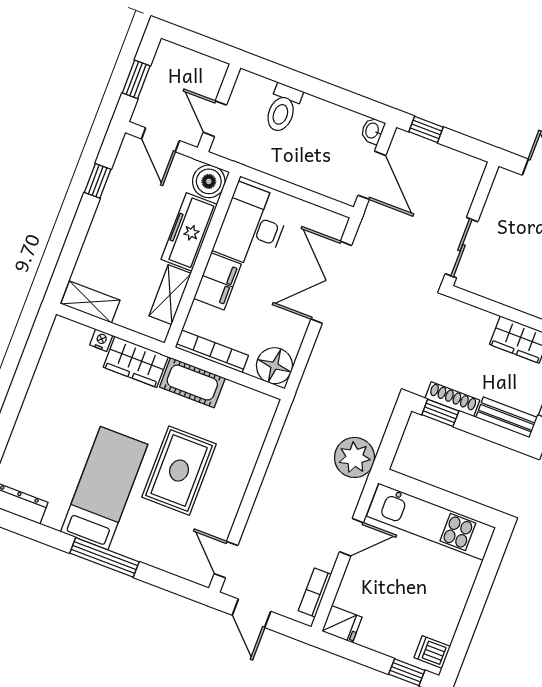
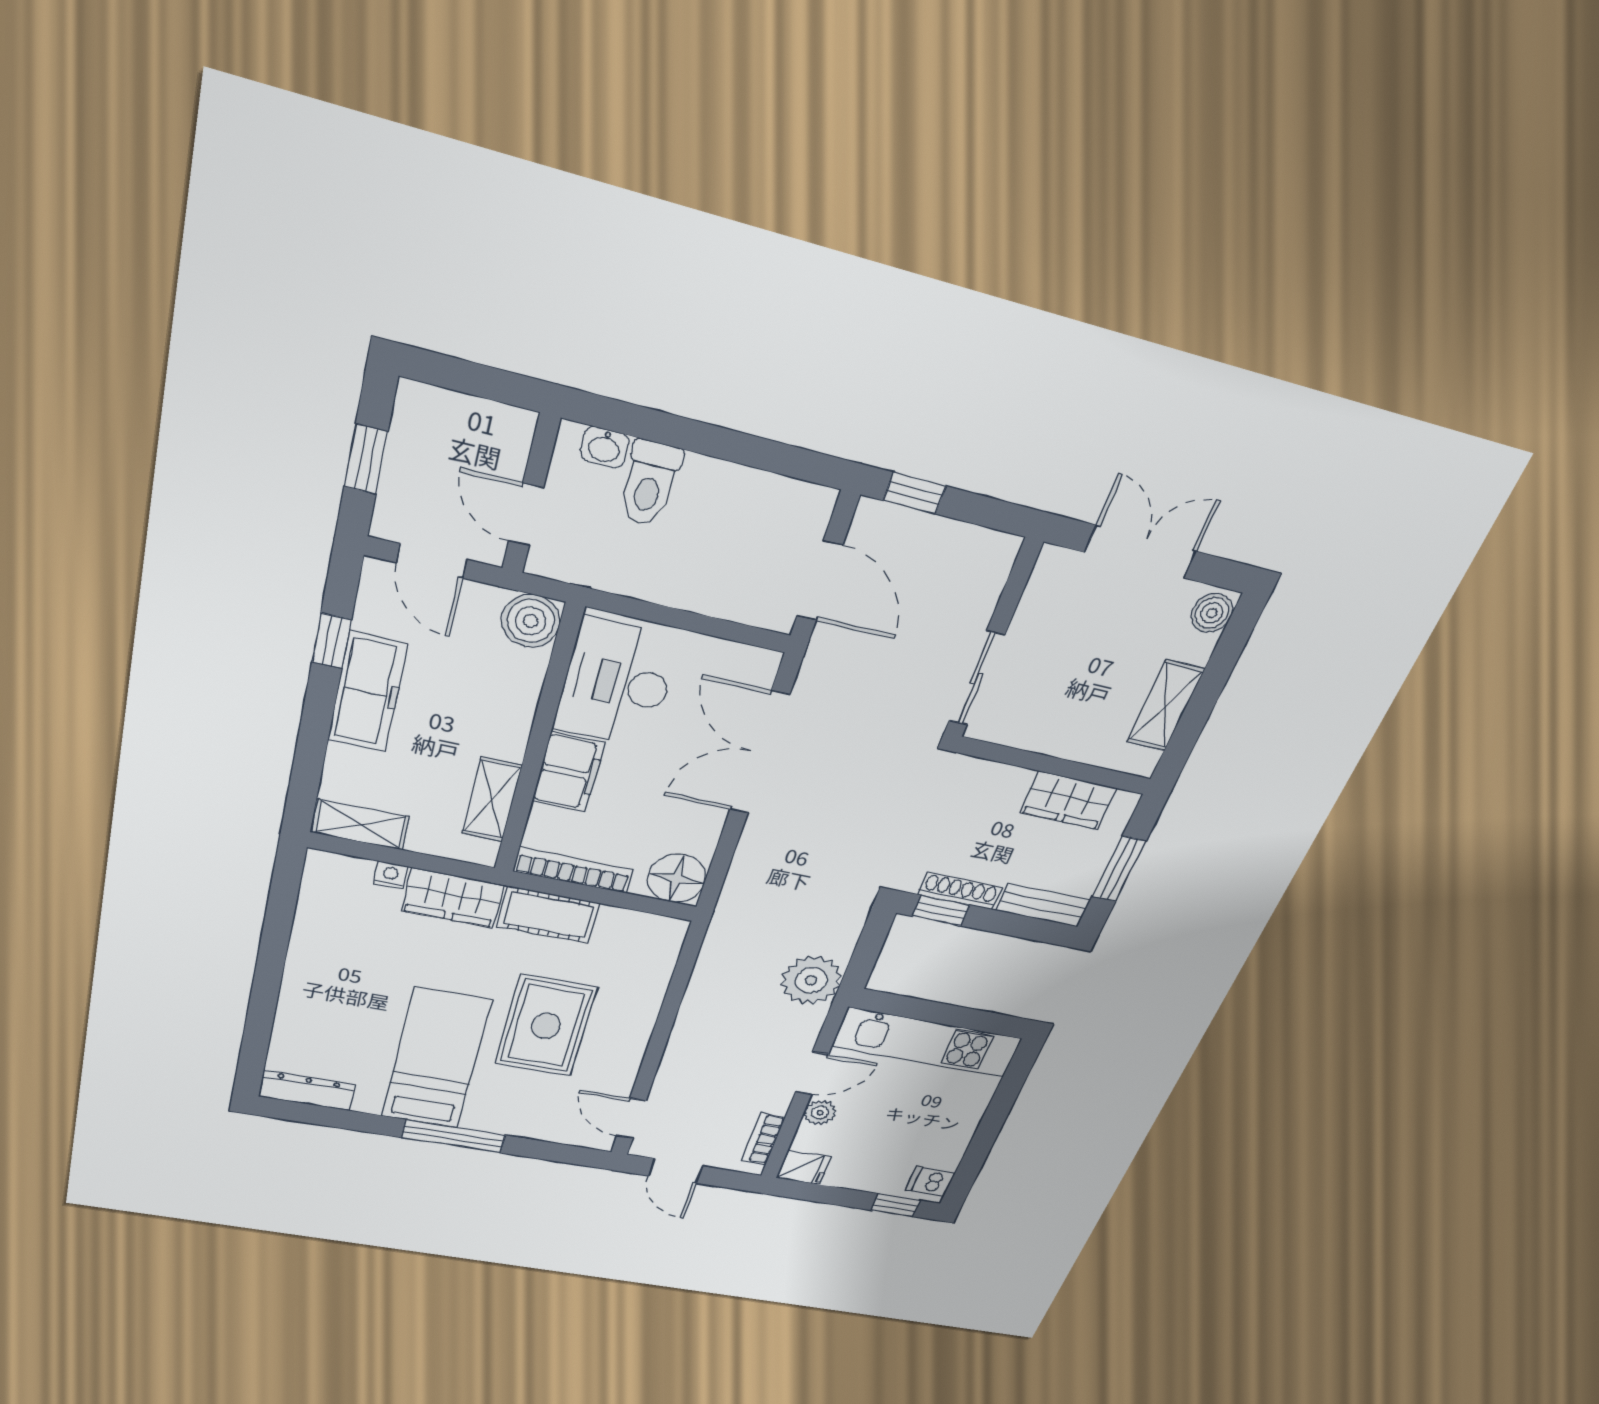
washbasin: (373, 131) -> (605, 447), moved, turned -90
freezer: (189, 232) -> (368, 692), moved, turned 180
plant: (355, 574) -> (820, 1113), added

